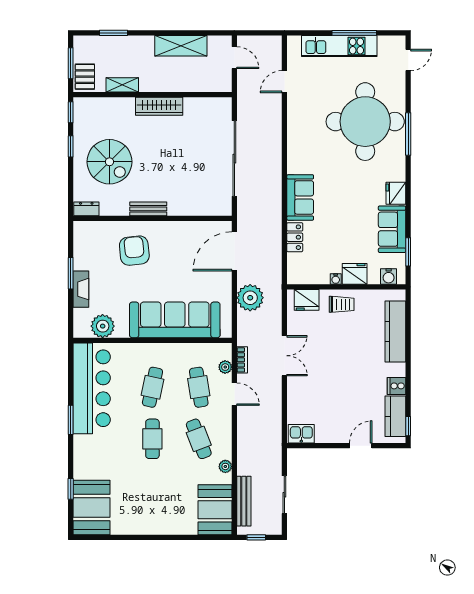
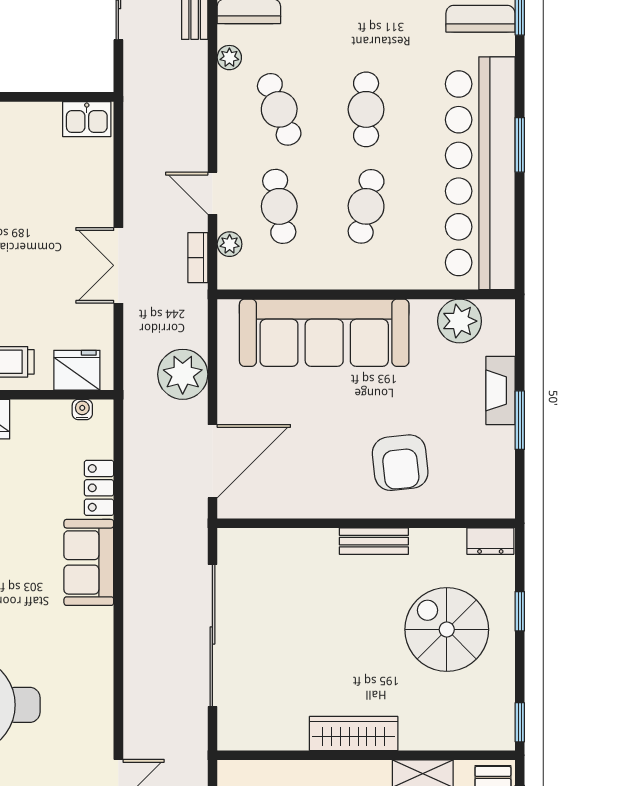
window: (71, 146) -> (520, 611), moved
water cooler: (336, 279) -> (82, 409), moved
bar counter: (92, 388) -> (480, 173), width x1.36

